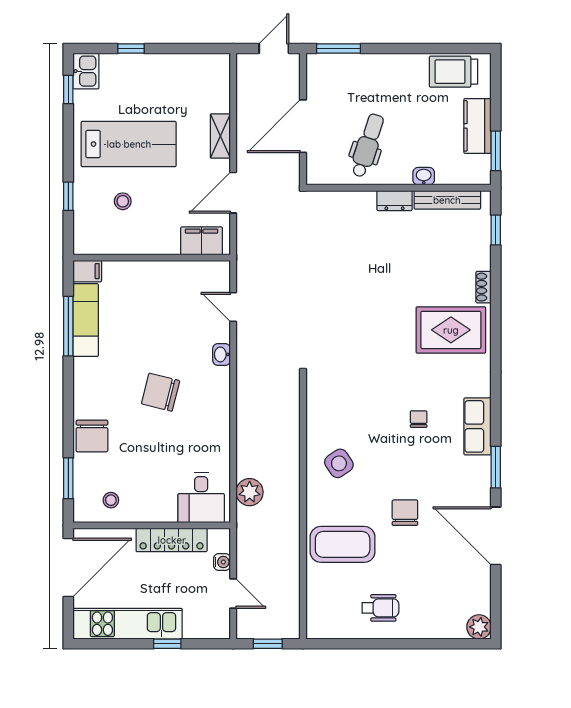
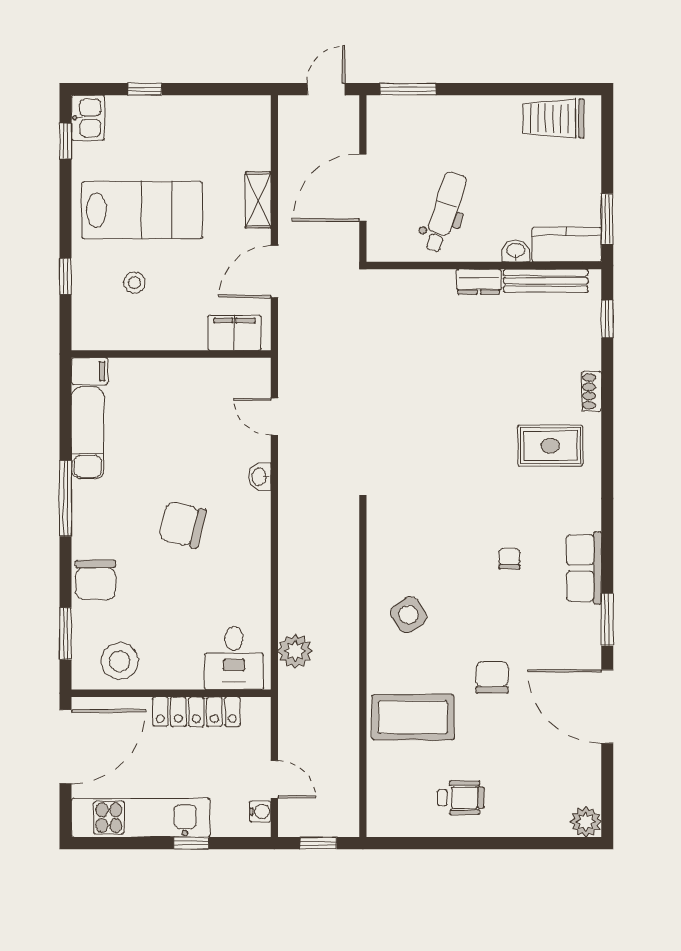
kitchen counter: (477, 126) -> (567, 245), moved, turned 90
window: (68, 326) -> (66, 498), moved
rug: (451, 330) -> (550, 446), width x0.73, depth x0.70
stool: (111, 500) -> (120, 661), width x1.89, depth x1.89
water cooler: (222, 562) -> (260, 811), moved

